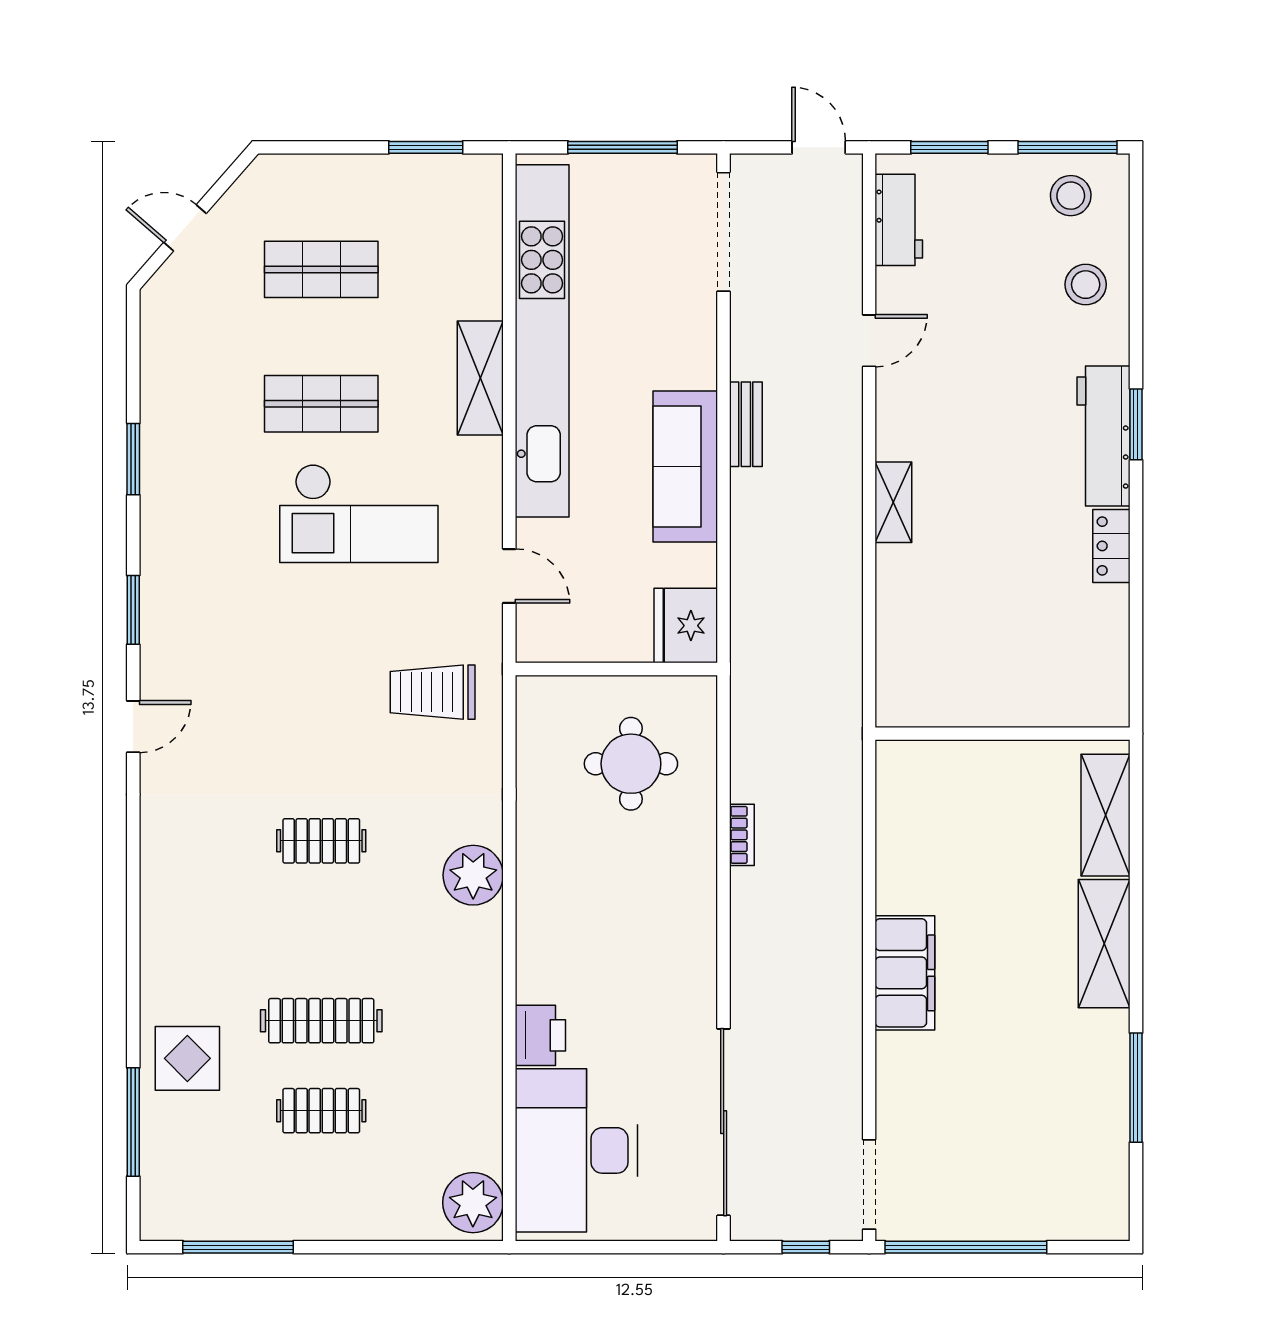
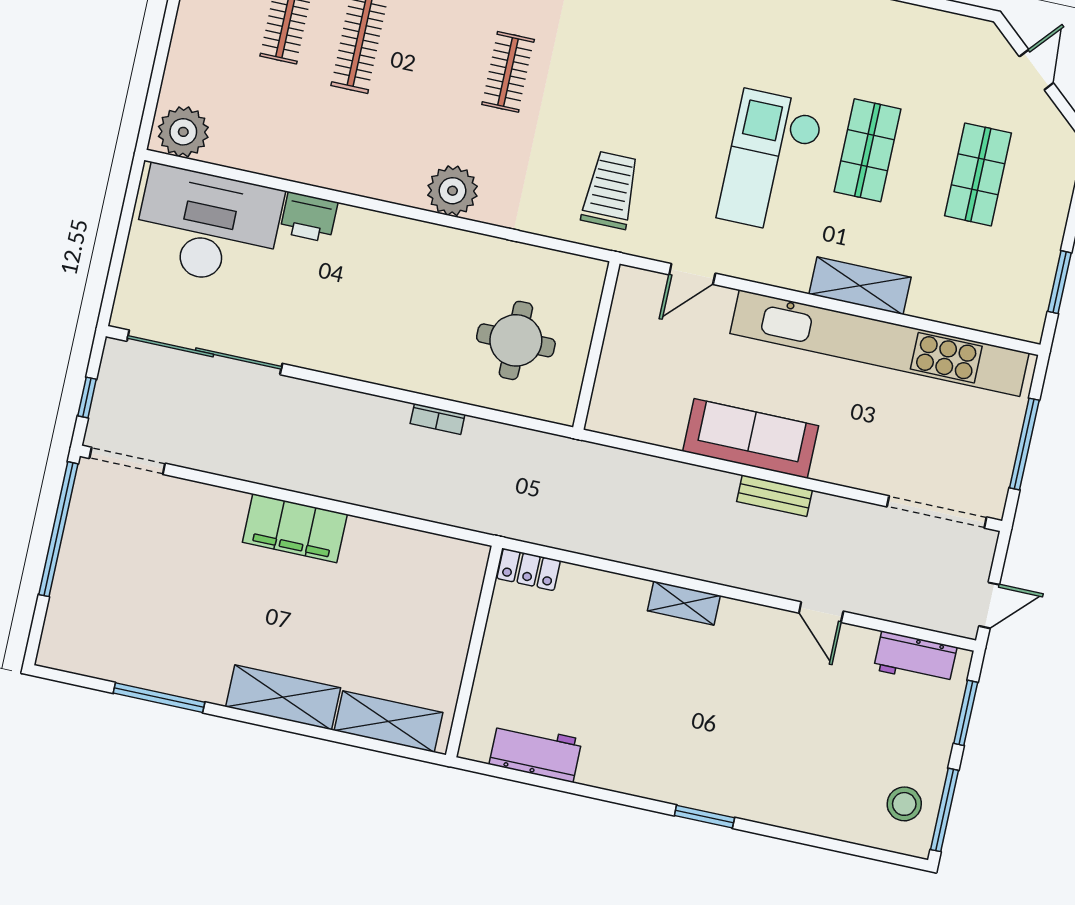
stool: (1086, 285) -> (828, 800), removed
workbench: (1104, 436) -> (536, 752), moved, width x0.73
locker: (1111, 546) -> (529, 570), moved, turned 180
fridge: (686, 626) -> (620, 410), removed

